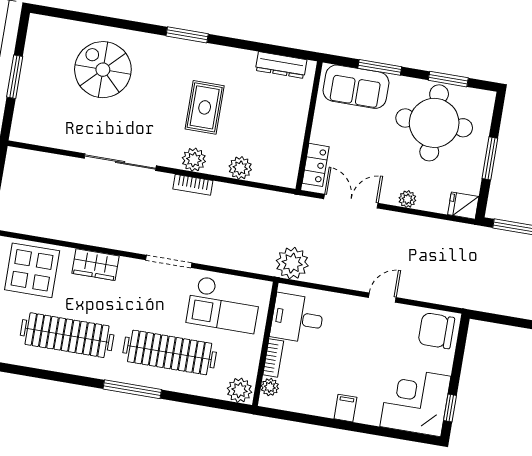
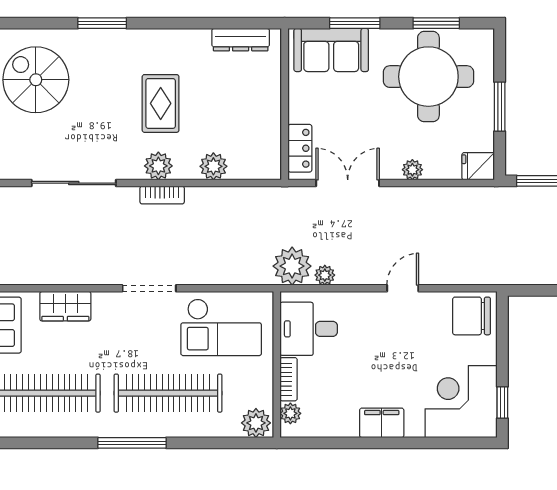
window: (187, 35) -> (102, 23), moved
plant: (319, 275) -> (325, 275), added
filing cabinet: (345, 408) -> (382, 423), width x2.00

